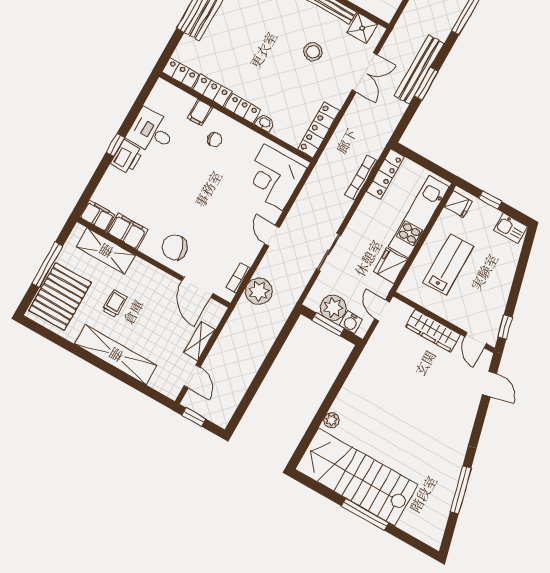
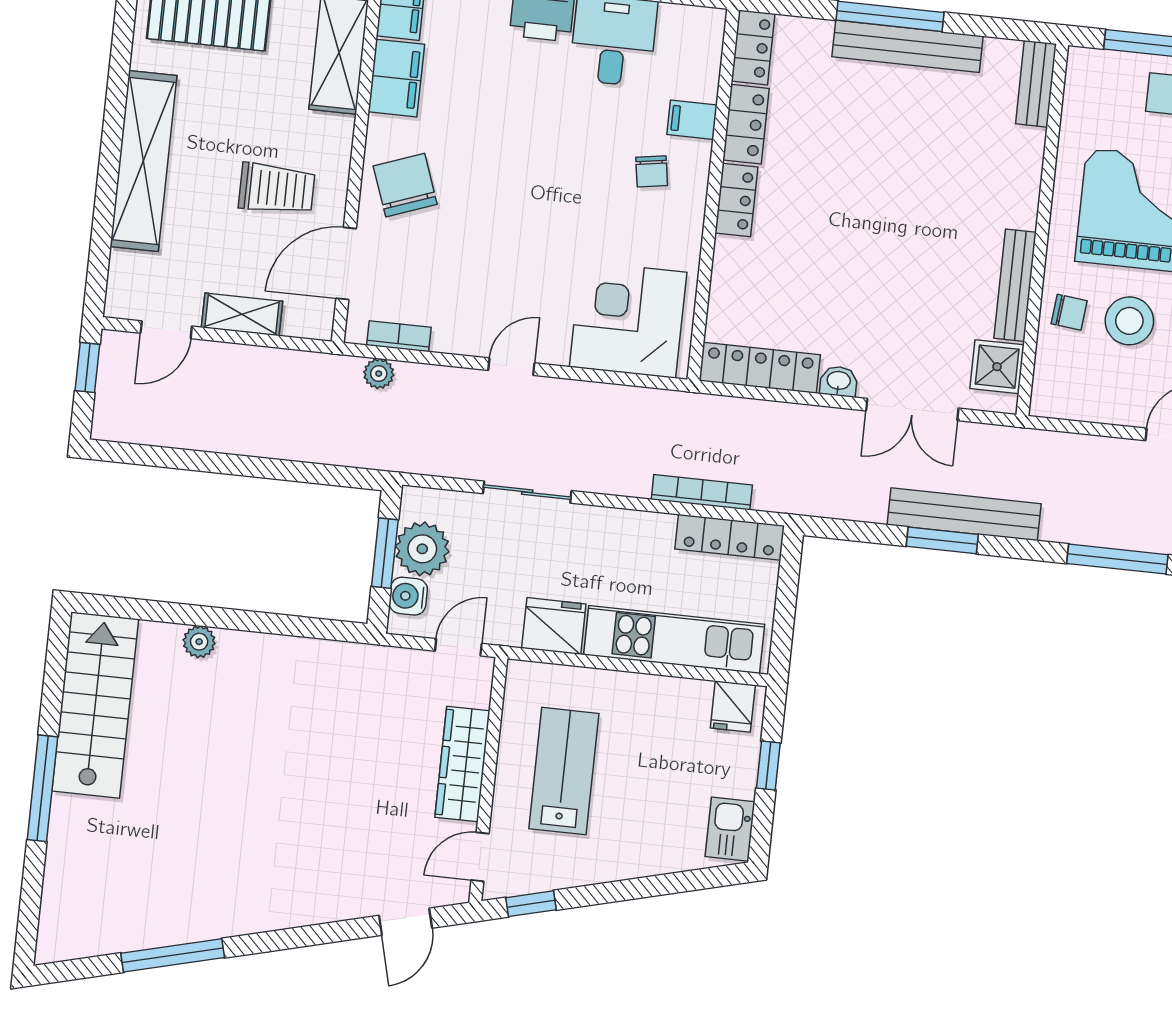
stool: (313, 52) -> (908, 290), removed
washbasin: (265, 123) -> (839, 381), moved, turned -90
lab bench: (448, 265) -> (564, 771), moved, turned -90
plant: (259, 291) -> (379, 374), width x0.53, depth x0.53
trolley: (115, 304) -> (277, 189), moved, width x1.36, depth x1.39
stairs: (356, 477) -> (95, 705), width x0.73, depth x0.66

